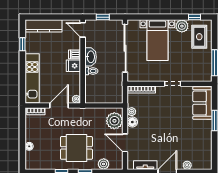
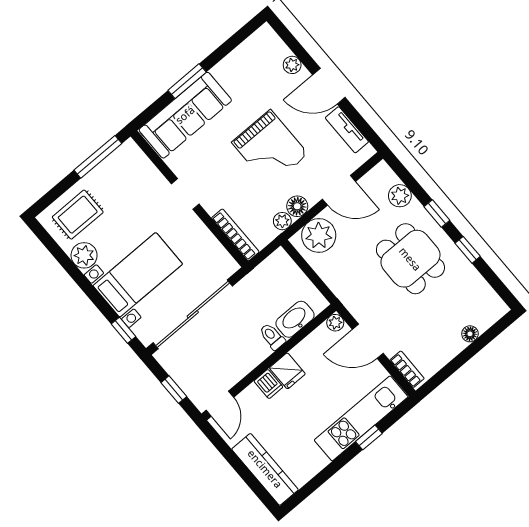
window: (194, 17) -> (123, 330), moved
window: (22, 44) -> (369, 437), moved
washbasin: (91, 57) -> (295, 319), moved
sofa: (202, 103) -> (185, 115), width x1.36
grand piano: (163, 130) -> (270, 148), added
door: (125, 143) -> (339, 190), hinge flipped

